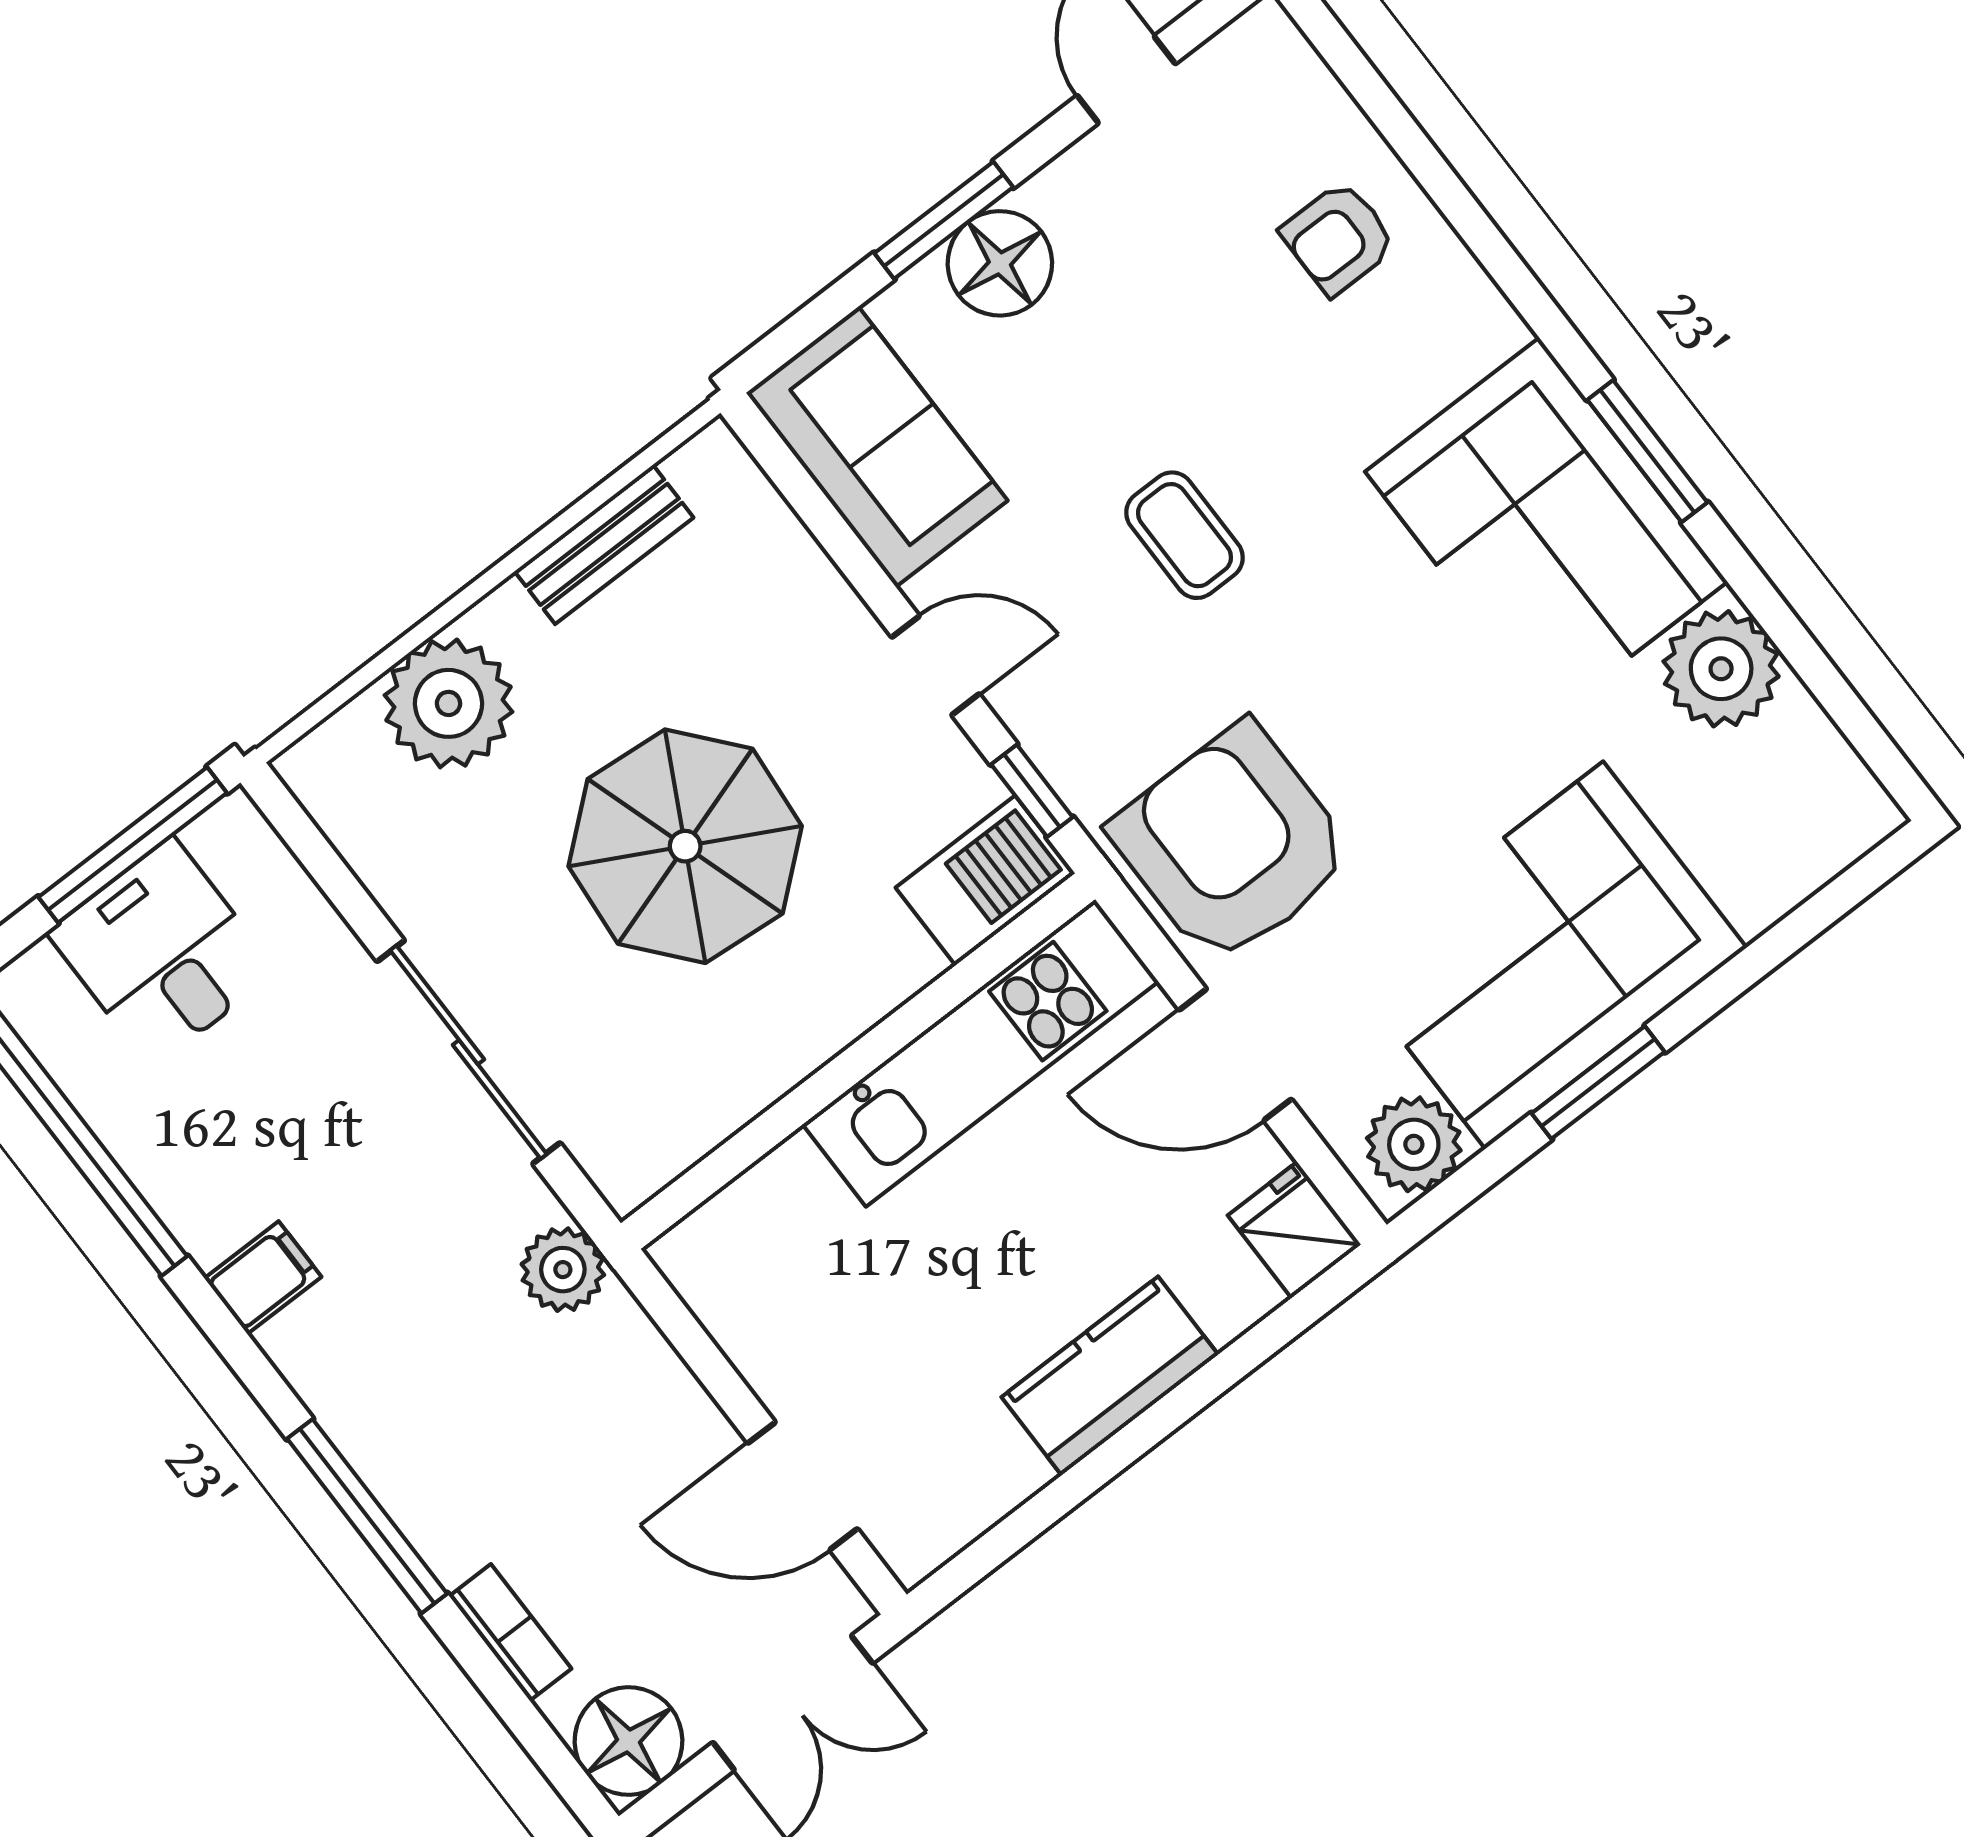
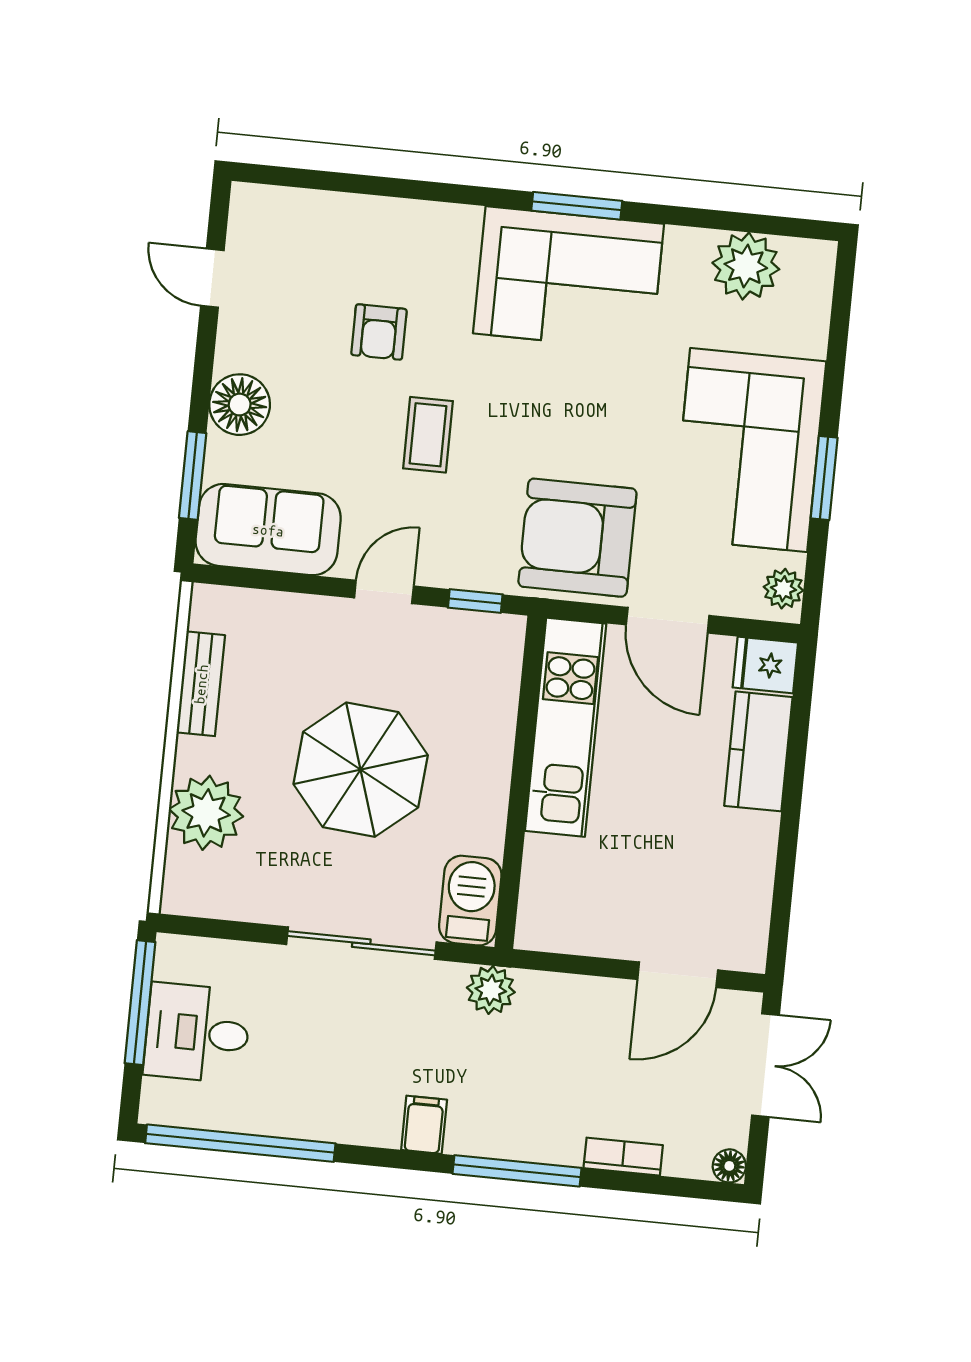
window: (944, 220) -> (193, 475), moved
armchair: (1338, 238) -> (379, 332), moved
coffee table: (1185, 535) -> (428, 435), turned 90
plant: (1721, 669) -> (746, 266), moved
barbecue: (985, 881) -> (470, 901), moved
door: (1235, 1055) -> (668, 620), hinge flipped
plant: (1414, 1144) -> (783, 589), width x0.73, depth x0.73
filing cabinet: (263, 1278) -> (424, 1125), moved
kitchen counter: (1110, 1376) -> (758, 751), moved
floor lamp: (629, 1741) -> (729, 1166), width x0.53, depth x0.53

